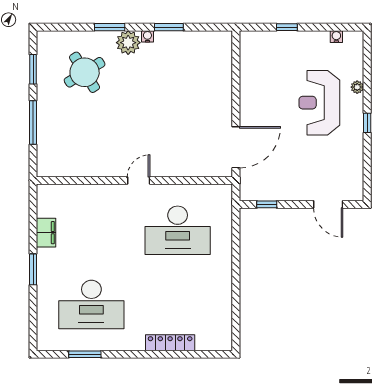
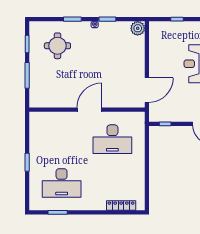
plant: (128, 43) -> (138, 28), moved
round table: (85, 72) -> (57, 46), turned 32
door: (139, 180) -> (89, 110), width x1.88
filing cabinet: (46, 233) -> (35, 140), removed
locker: (170, 343) -> (121, 206), moved

